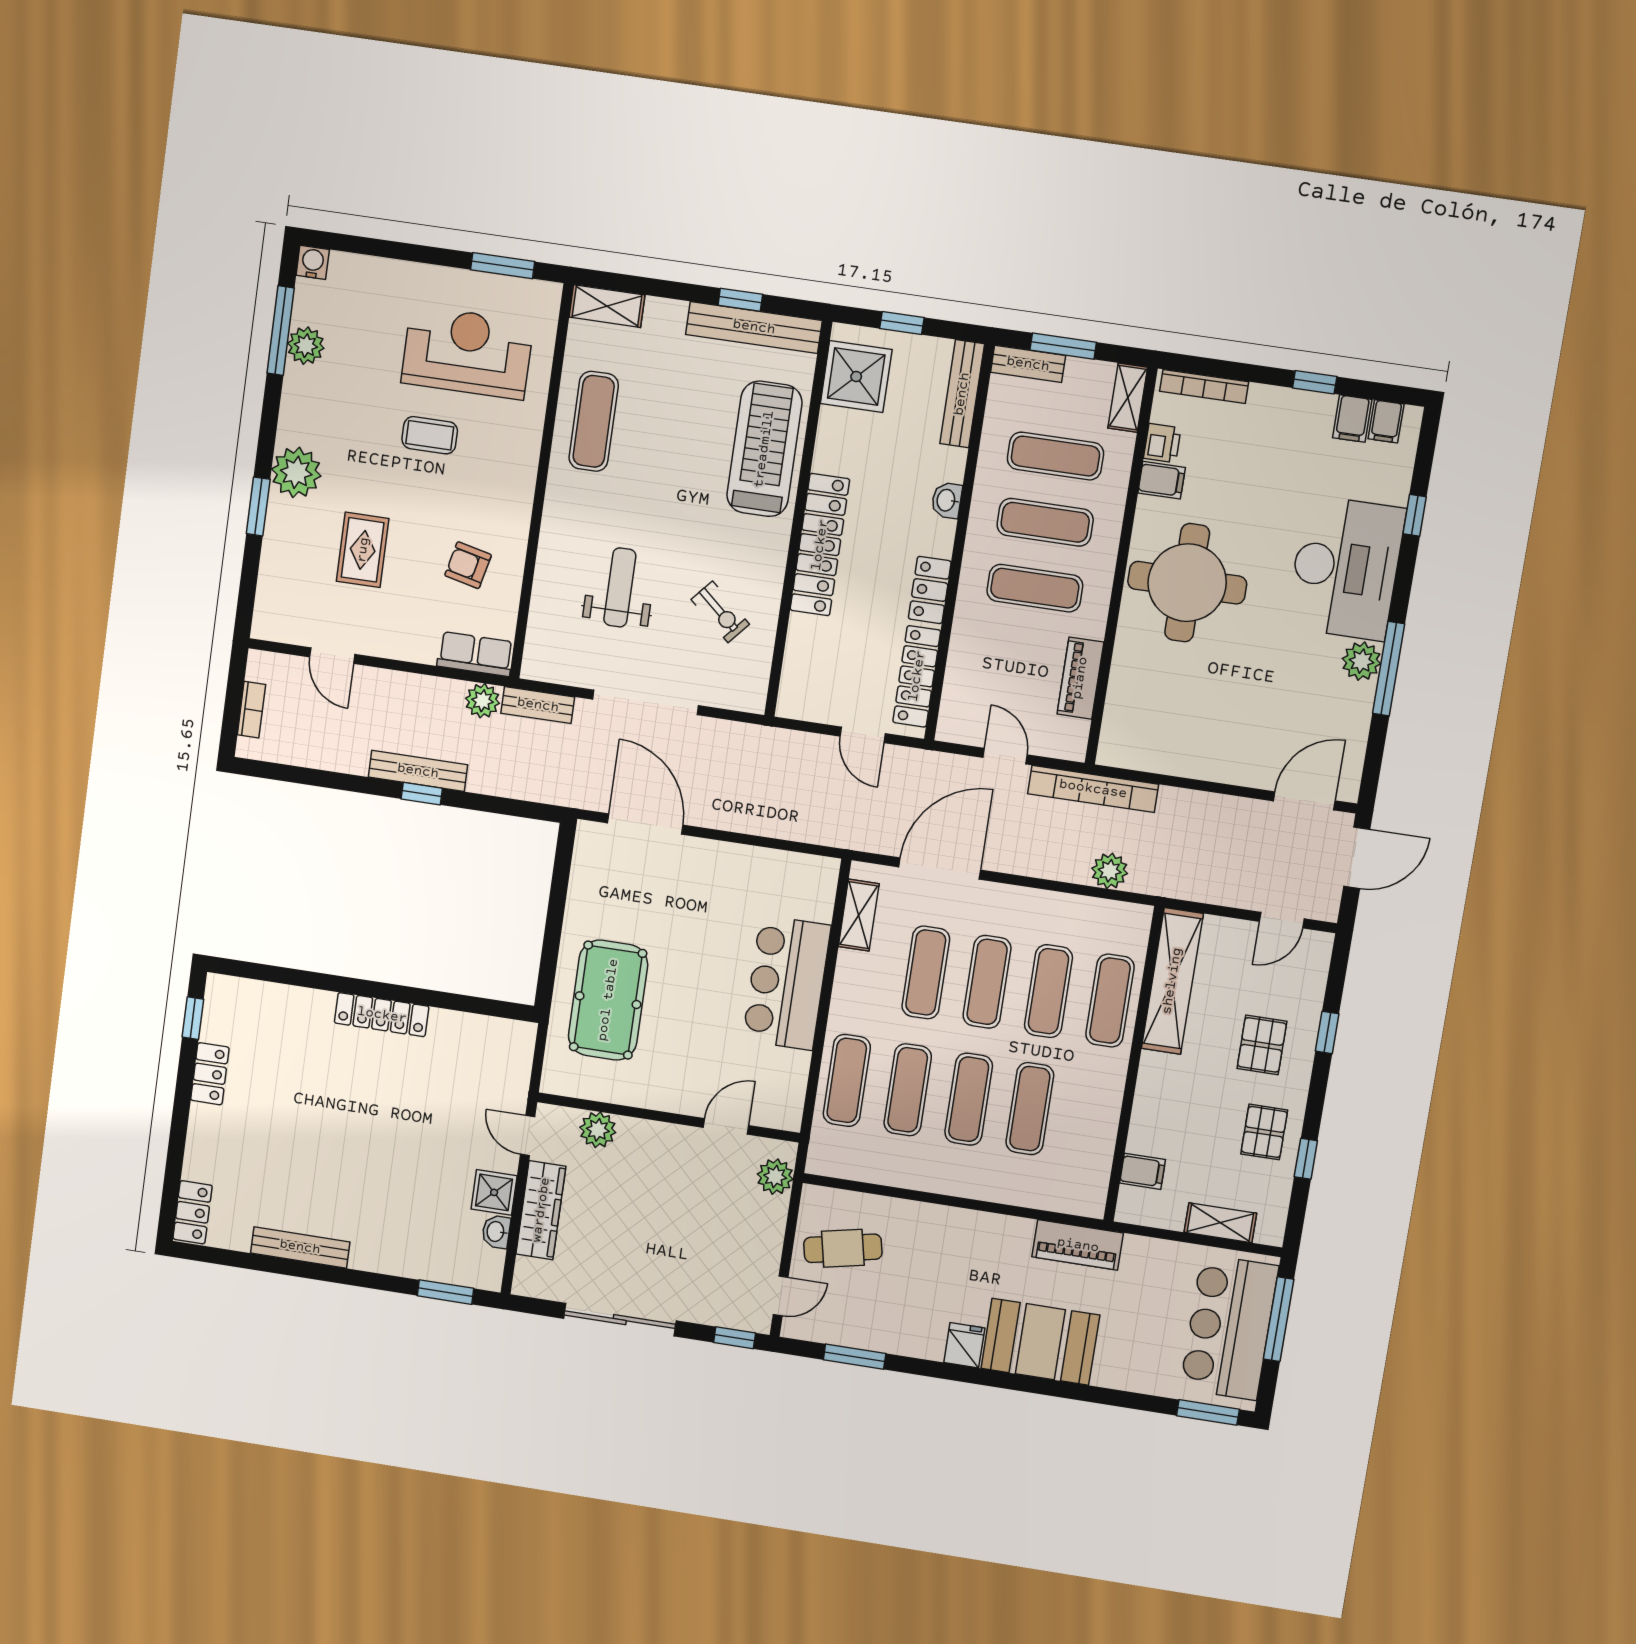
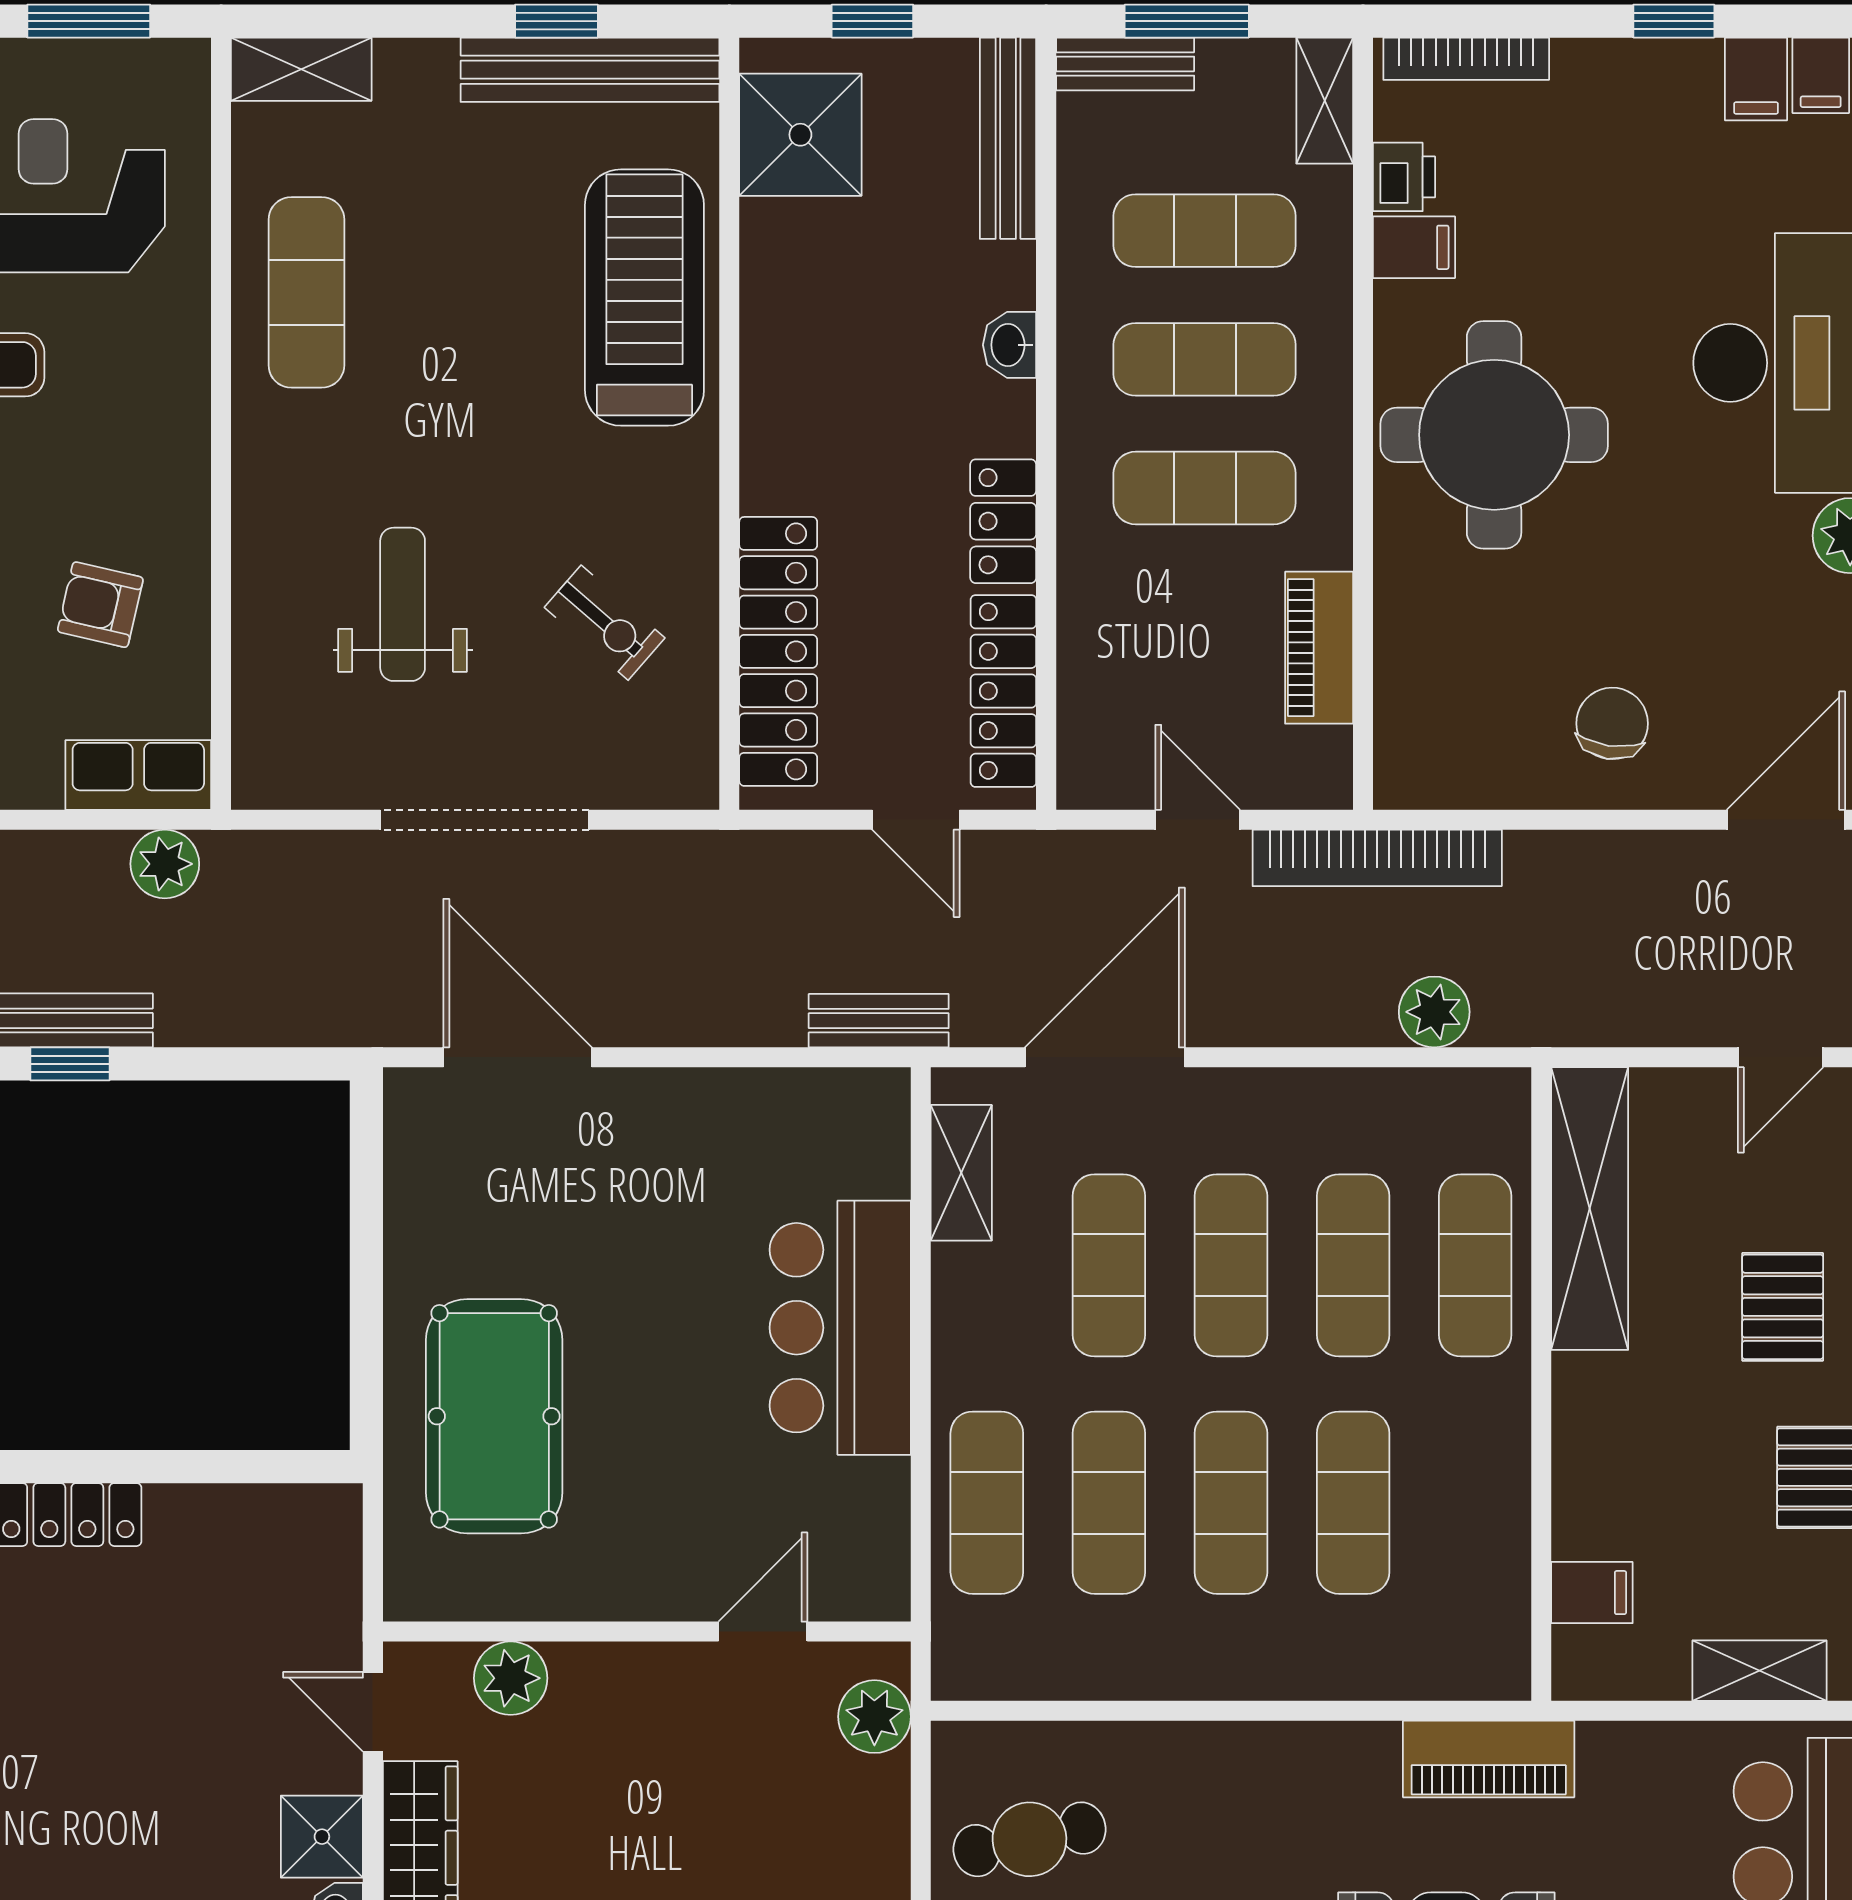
locker: (820, 545) -> (778, 651), moved
bench: (538, 705) -> (879, 1021), moved
chair: (1224, 739) -> (1612, 723), added

